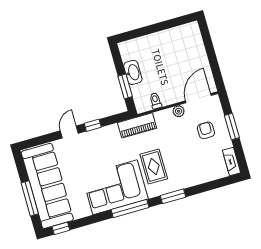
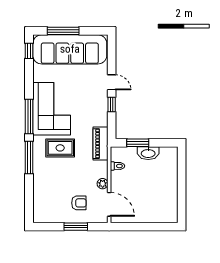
fireplace: (232, 161) -> (45, 218), removed
window: (173, 196) -> (29, 157), width x1.44

